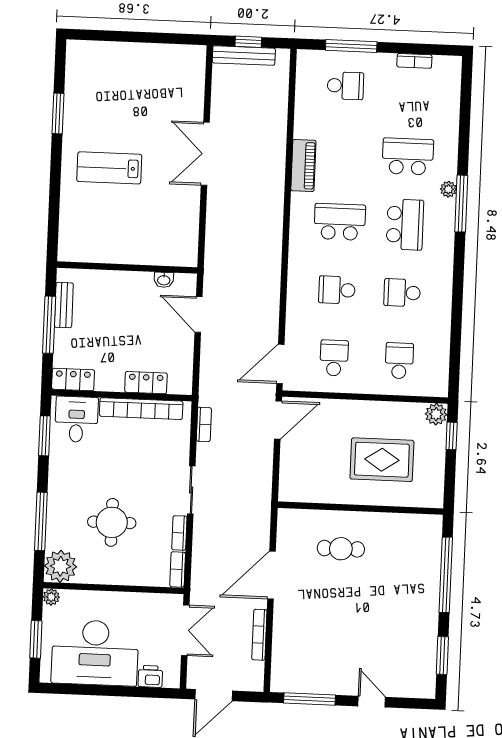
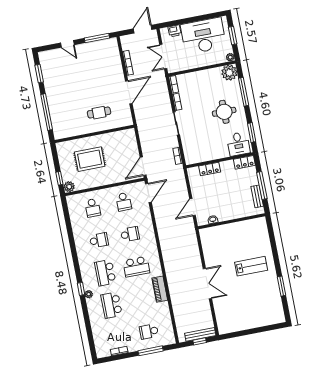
school desk: (408, 156) -> (112, 305), turned 90
window: (461, 204) -> (81, 289), width x0.46
door: (199, 314) -> (193, 207), swing flipped
bookcase: (141, 409) -> (209, 156), removed
round table: (112, 522) -> (224, 112), moved

